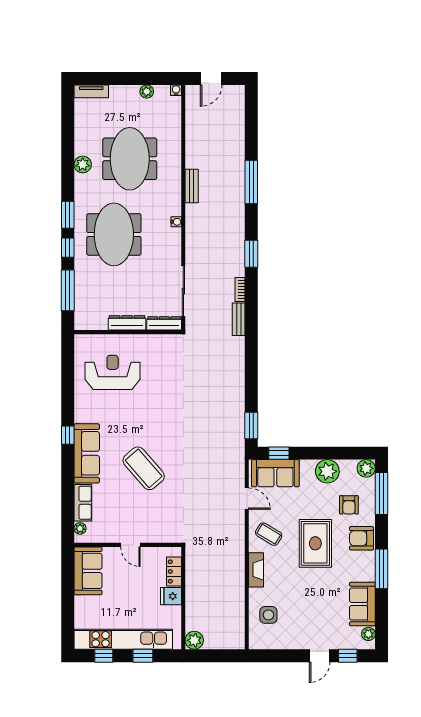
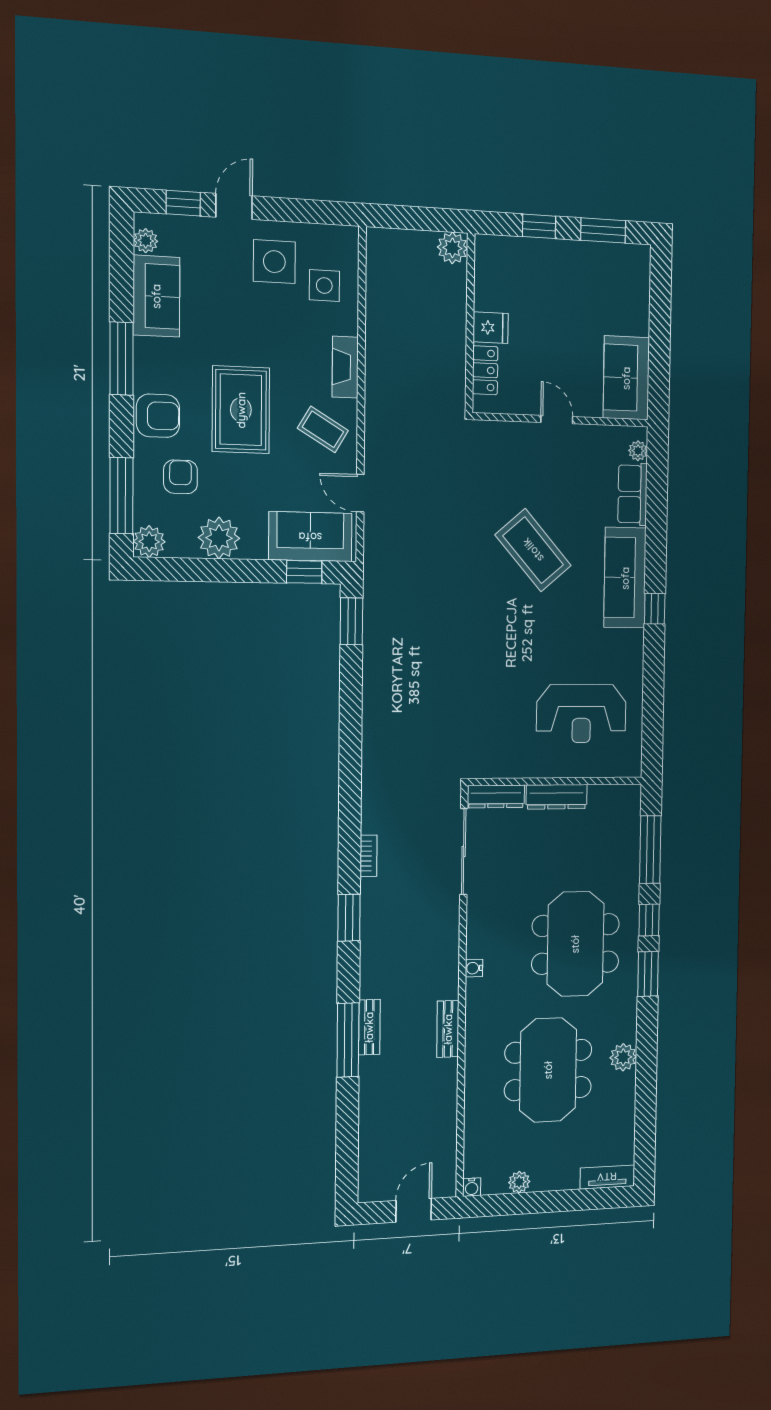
bench: (239, 319) -> (369, 1027), moved
side table: (297, 627) -> (274, 262), added
kitchen unit: (123, 639) -> (571, 257), removed
window: (104, 656) -> (603, 230), width x1.50

